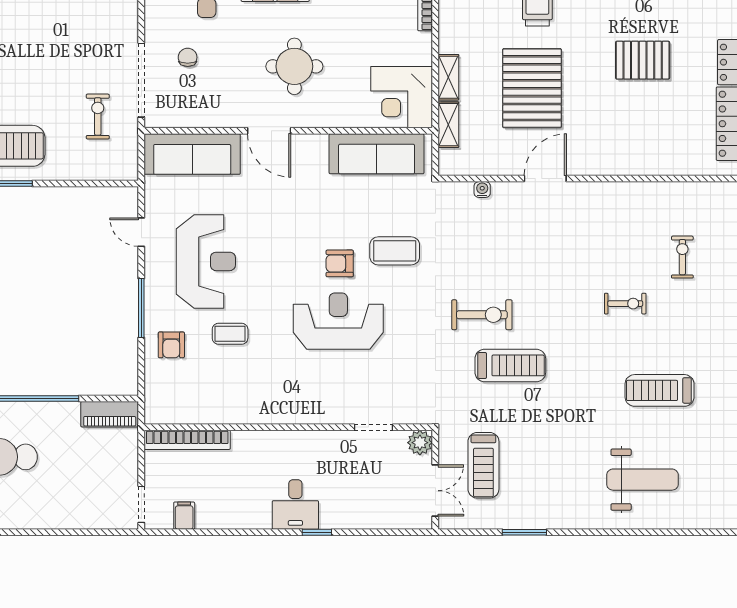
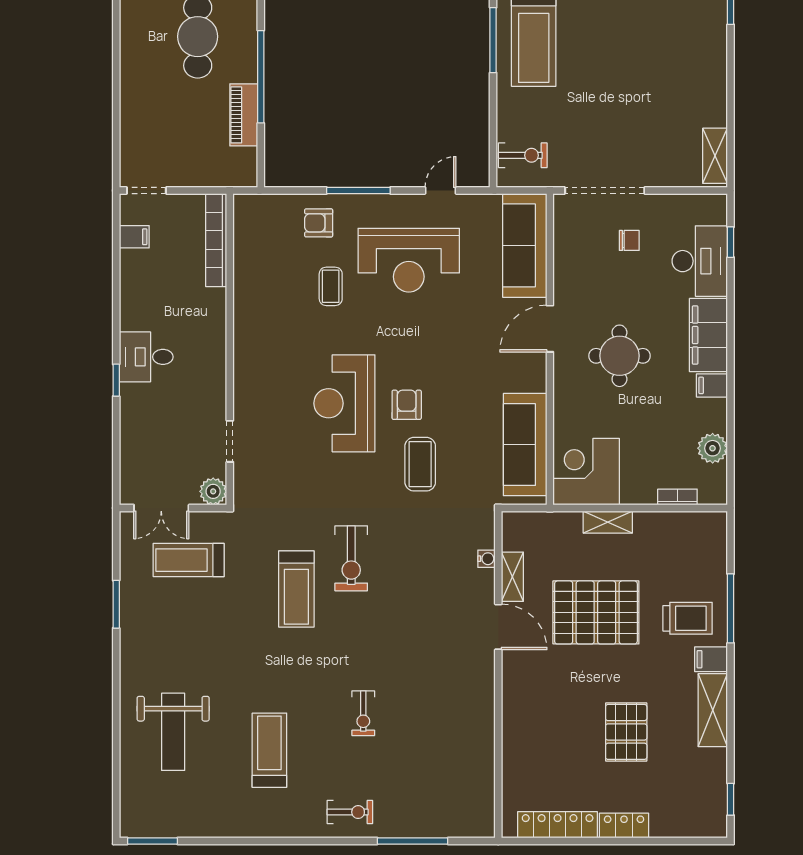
exercise bike: (98, 116) -> (523, 155), moved
shelving: (448, 125) -> (512, 577), moved, turned 90
exercise bike: (682, 257) -> (350, 812), moved
reception desk: (338, 321) -> (344, 403), turned 180
piano: (110, 414) -> (244, 115), moved

